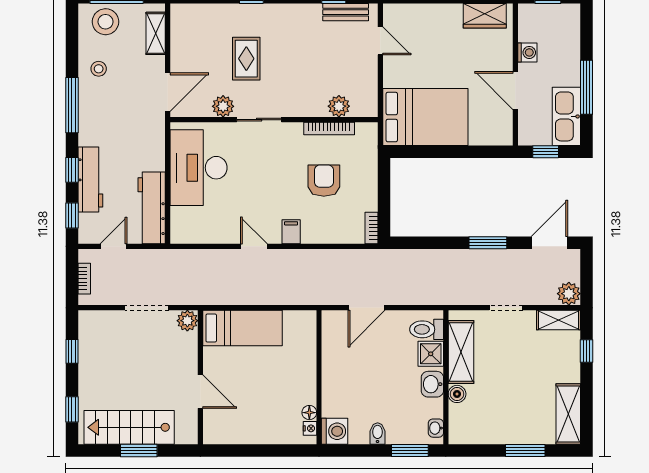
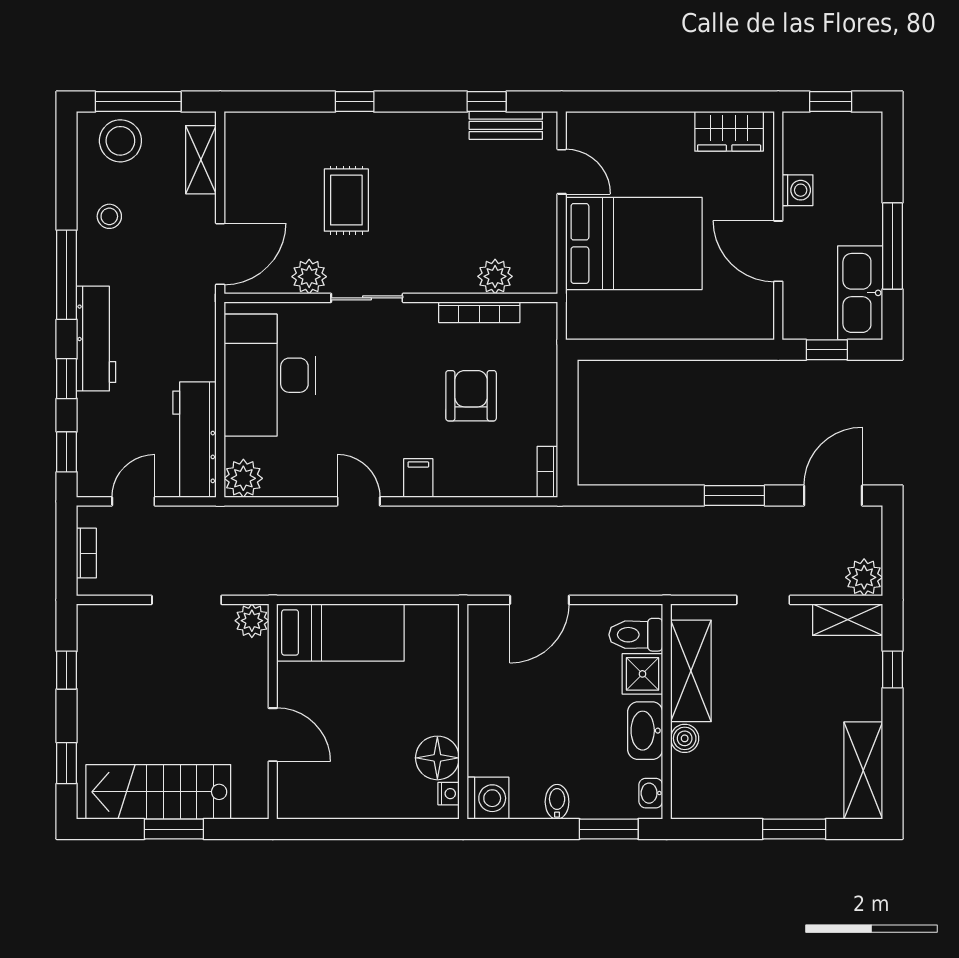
bed: (425, 117) -> (634, 243), moved
workbench: (90, 180) -> (96, 339), moved
plant: (182, 232) -> (243, 478), added
washbasin: (432, 384) -> (645, 731), width x1.38
floor lamp: (309, 413) -> (437, 758), width x1.89, depth x1.89

